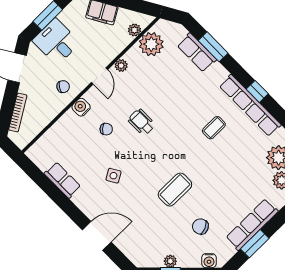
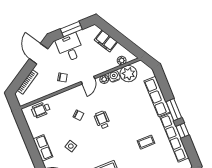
window: (213, 47) -> (174, 110), moved
row of seats: (197, 52) -> (157, 96), width x1.48
water cooler: (81, 107) -> (114, 76), moved
wheelchair: (52, 143) -> (41, 110), added
row of seats: (62, 180) -> (43, 148), moved

